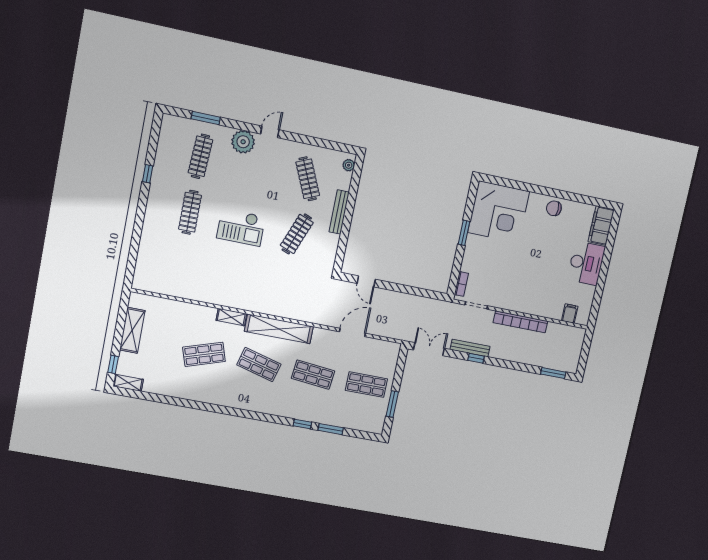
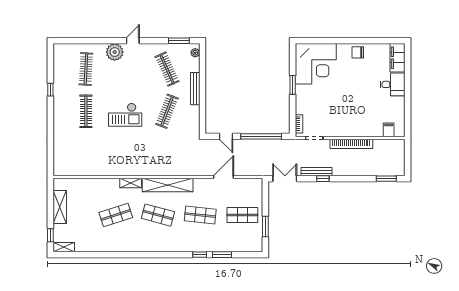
window: (206, 118) -> (179, 41), moved
desk: (586, 263) -> (393, 84), width x0.73
window: (411, 290) -> (261, 136), added

